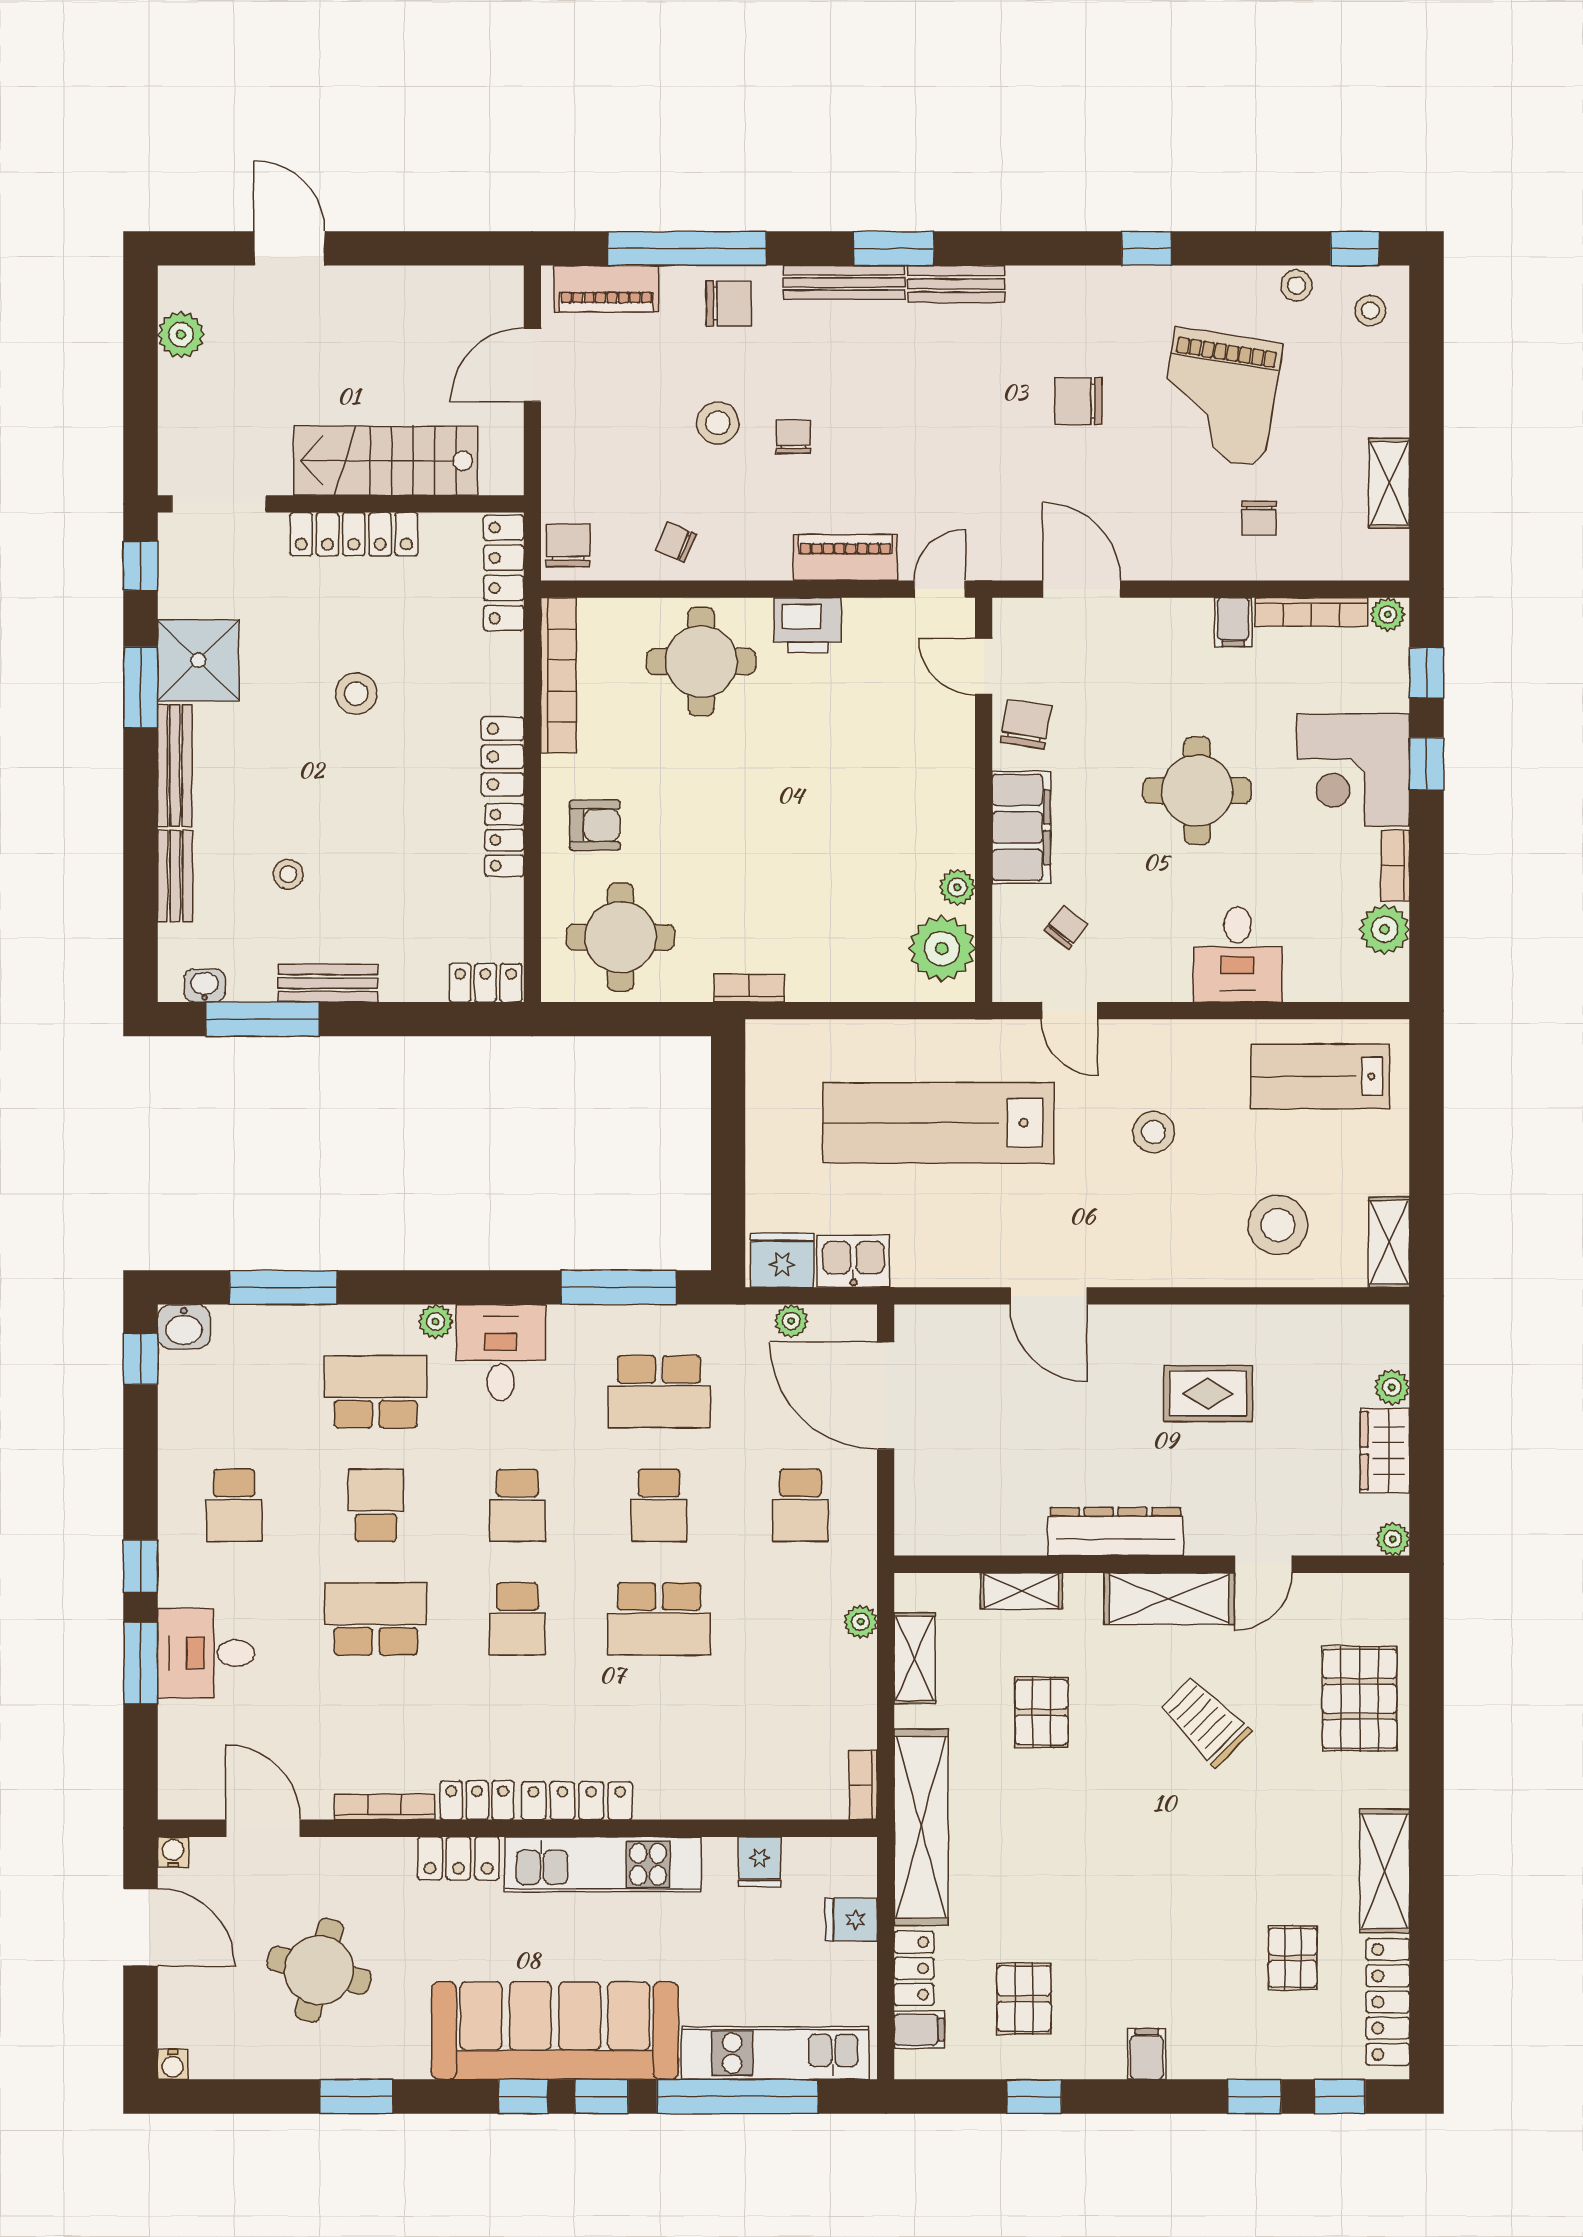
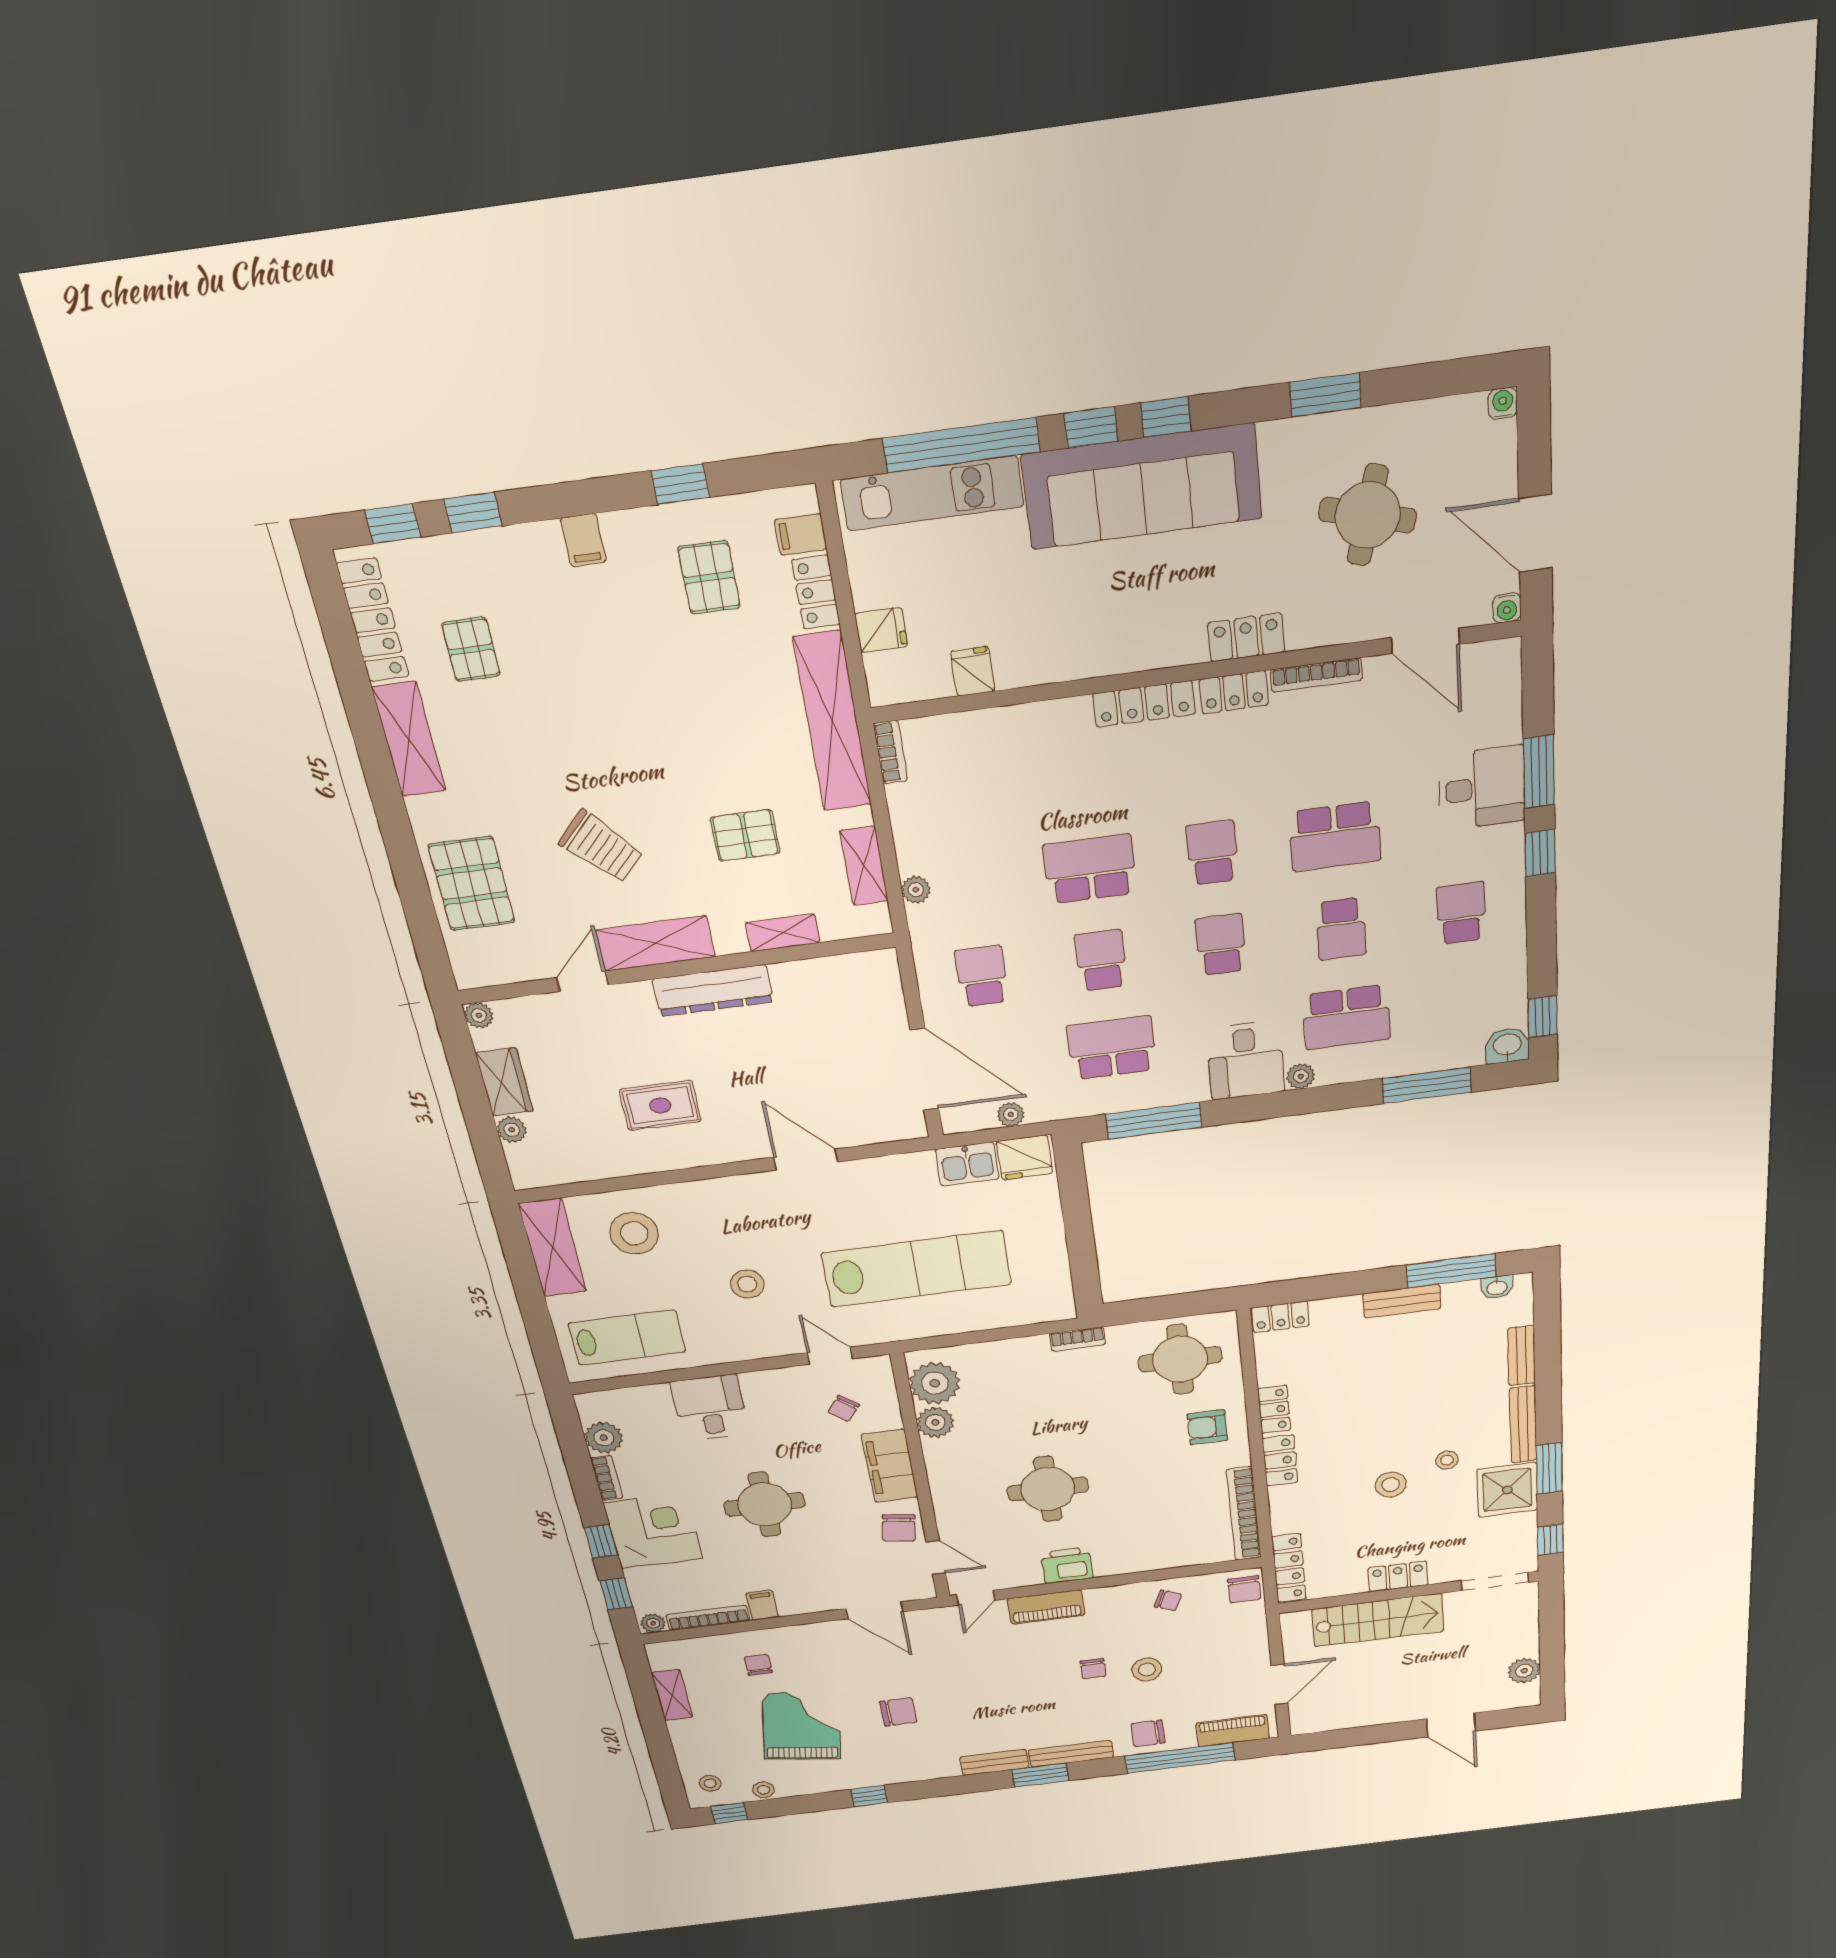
locker: (354, 534) -> (1398, 1576), width x0.66
round table: (701, 661) -> (1048, 1489), moved
stool: (288, 874) -> (1447, 1460), moved
plant: (957, 887) -> (935, 1422), width x1.38, depth x1.38
shelving: (1389, 1242) -> (553, 1248), width x1.50, depth x1.33
pallet: (1041, 1712) -> (745, 835), turned 90
kitchen unit: (603, 1864) -> (1115, 650), removed

